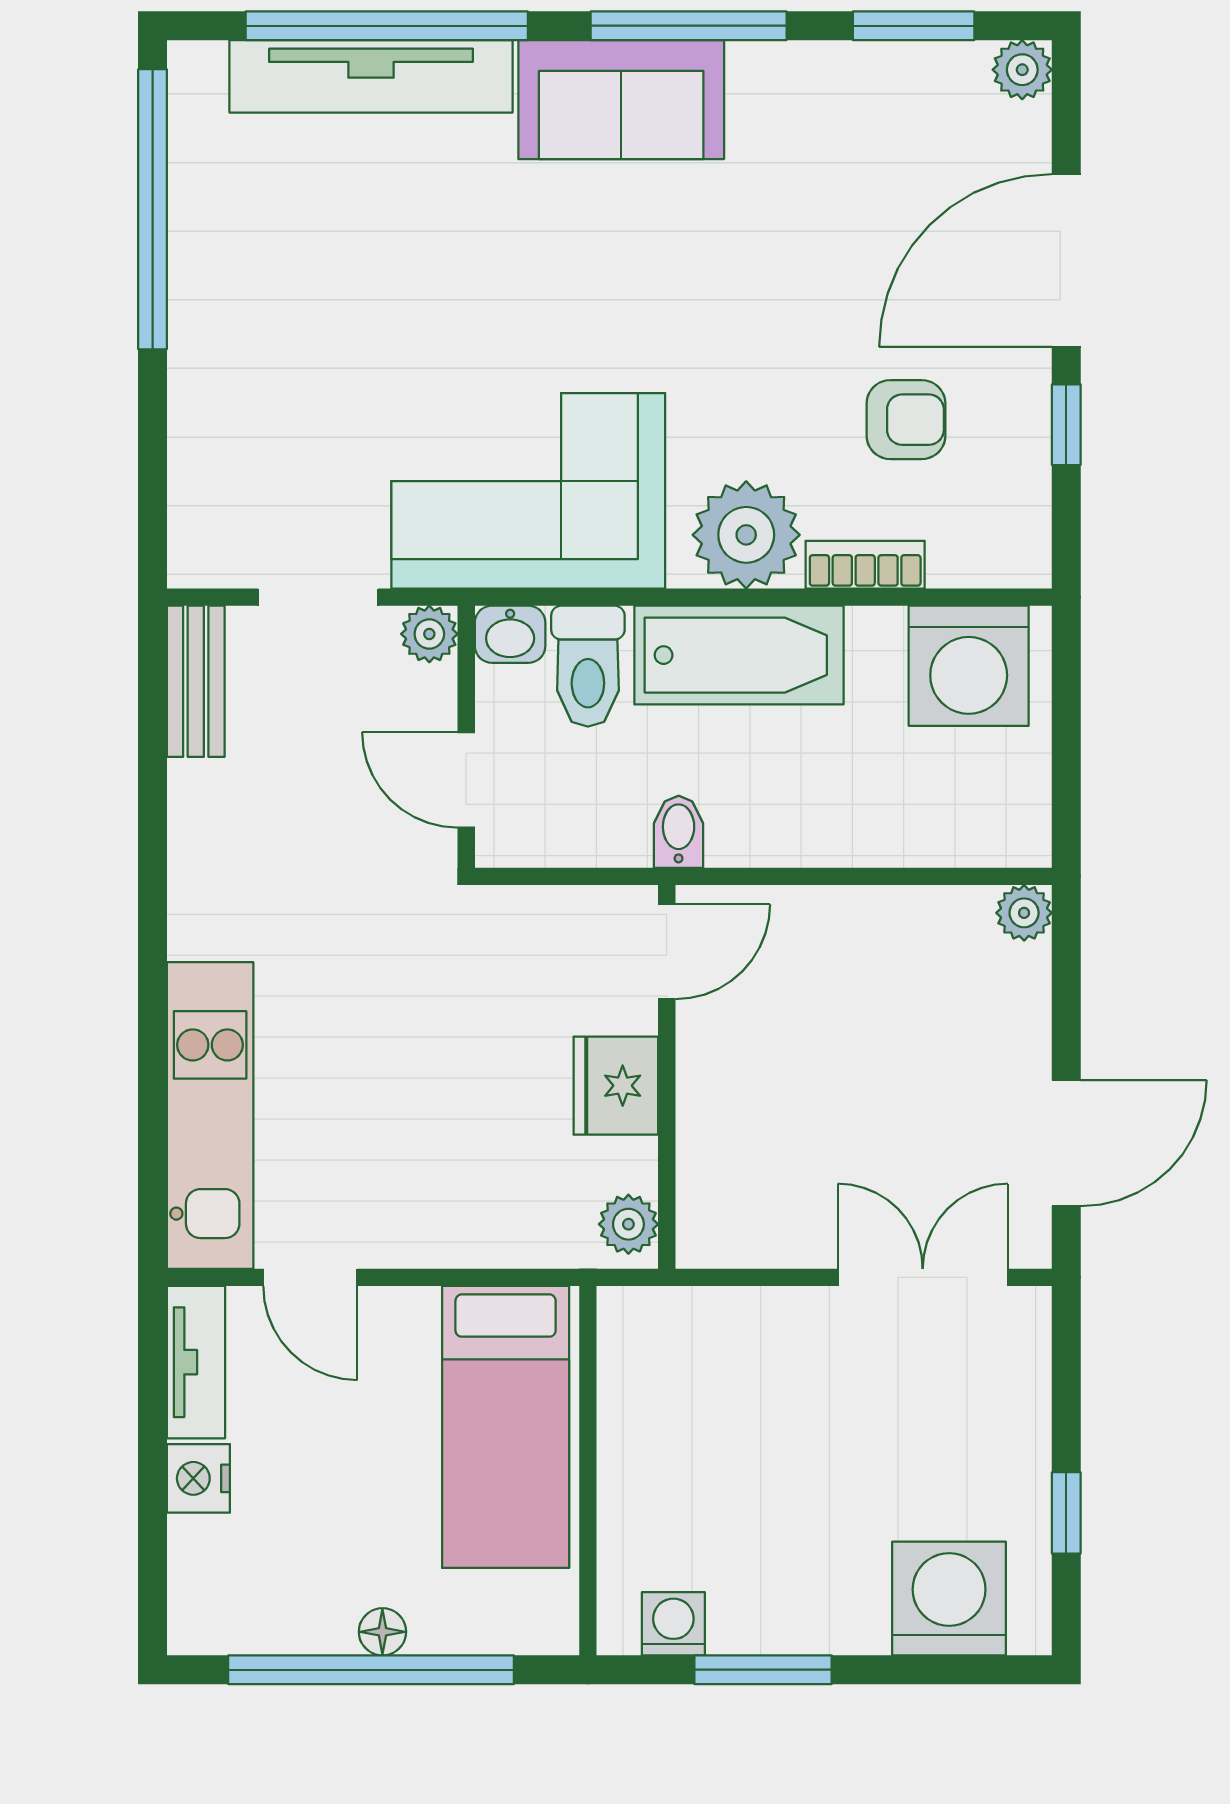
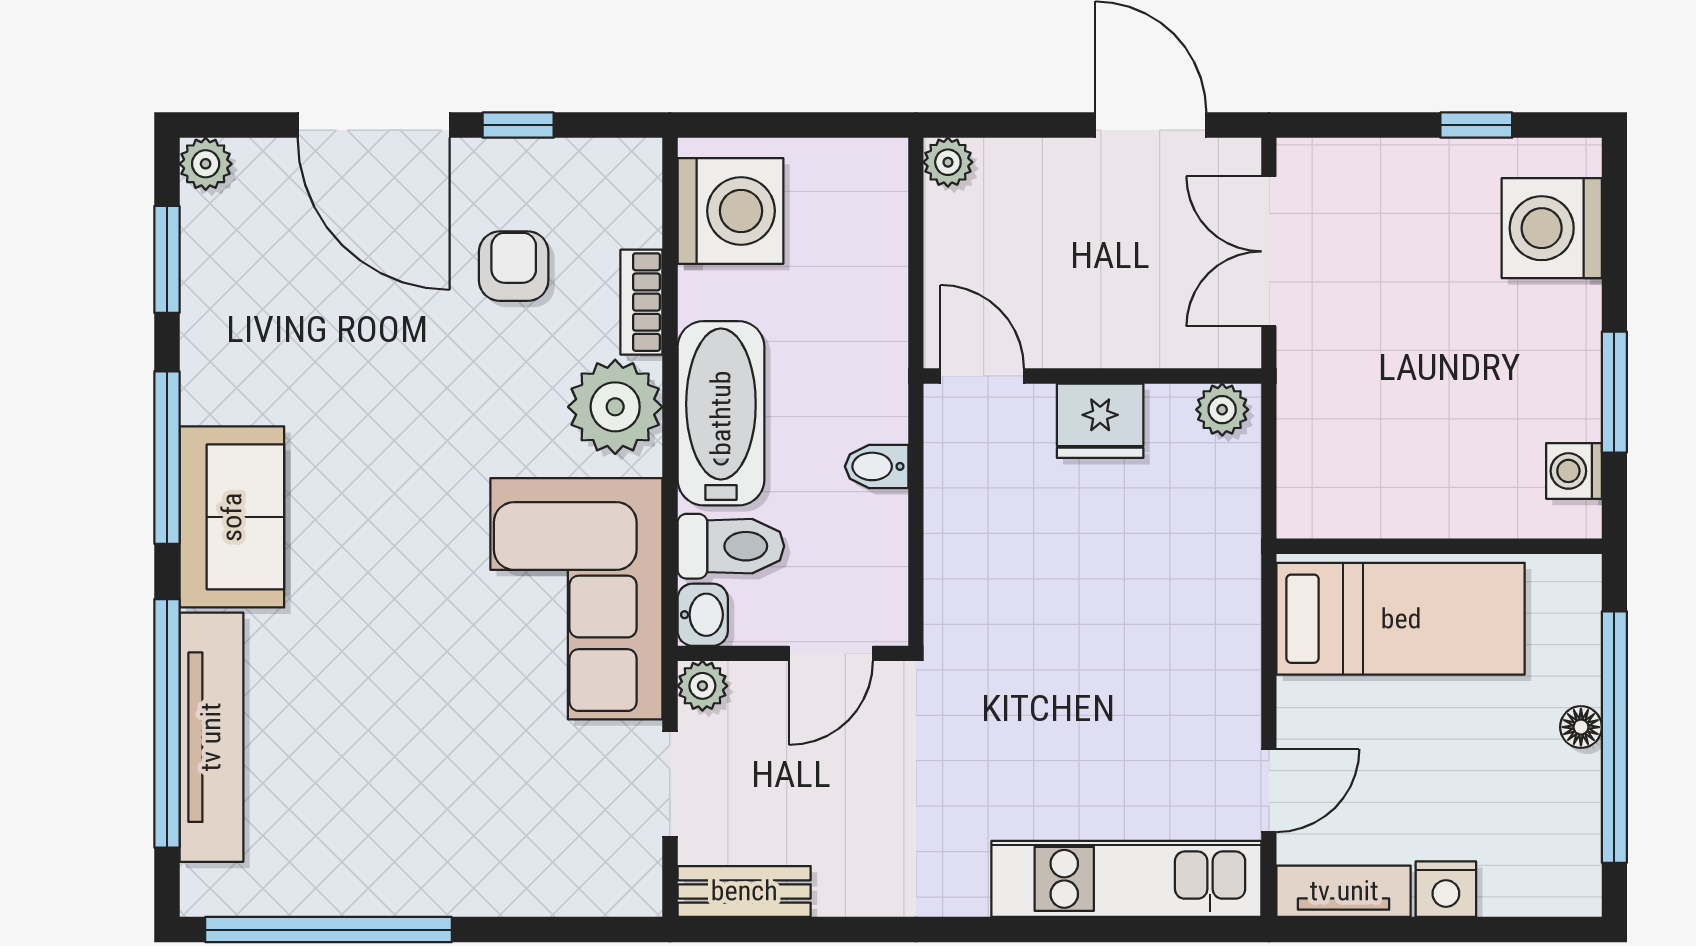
door: (667, 952) -> (982, 376), moved
wall: (667, 1077) -> (1092, 376), moved
fridge: (616, 1086) -> (1100, 421), moved
plant: (628, 1224) -> (1222, 410), moved

